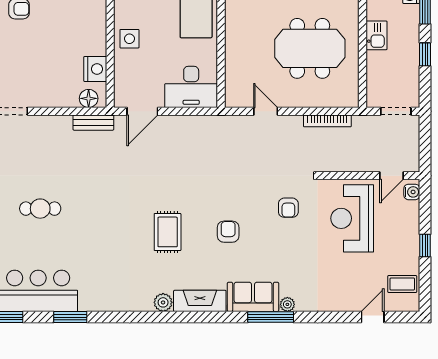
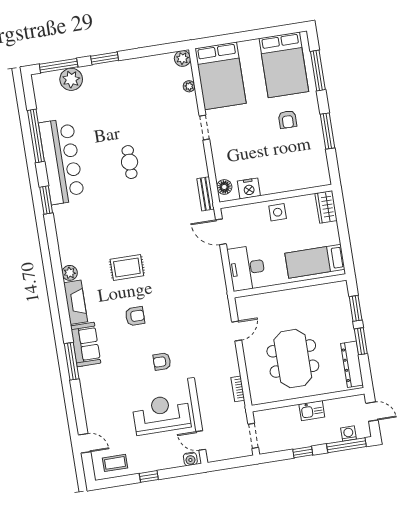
bookcase: (327, 121) -> (238, 389), width x0.64
coffee table: (402, 284) -> (115, 463), turned 90
plant: (287, 304) -> (84, 373), removed

